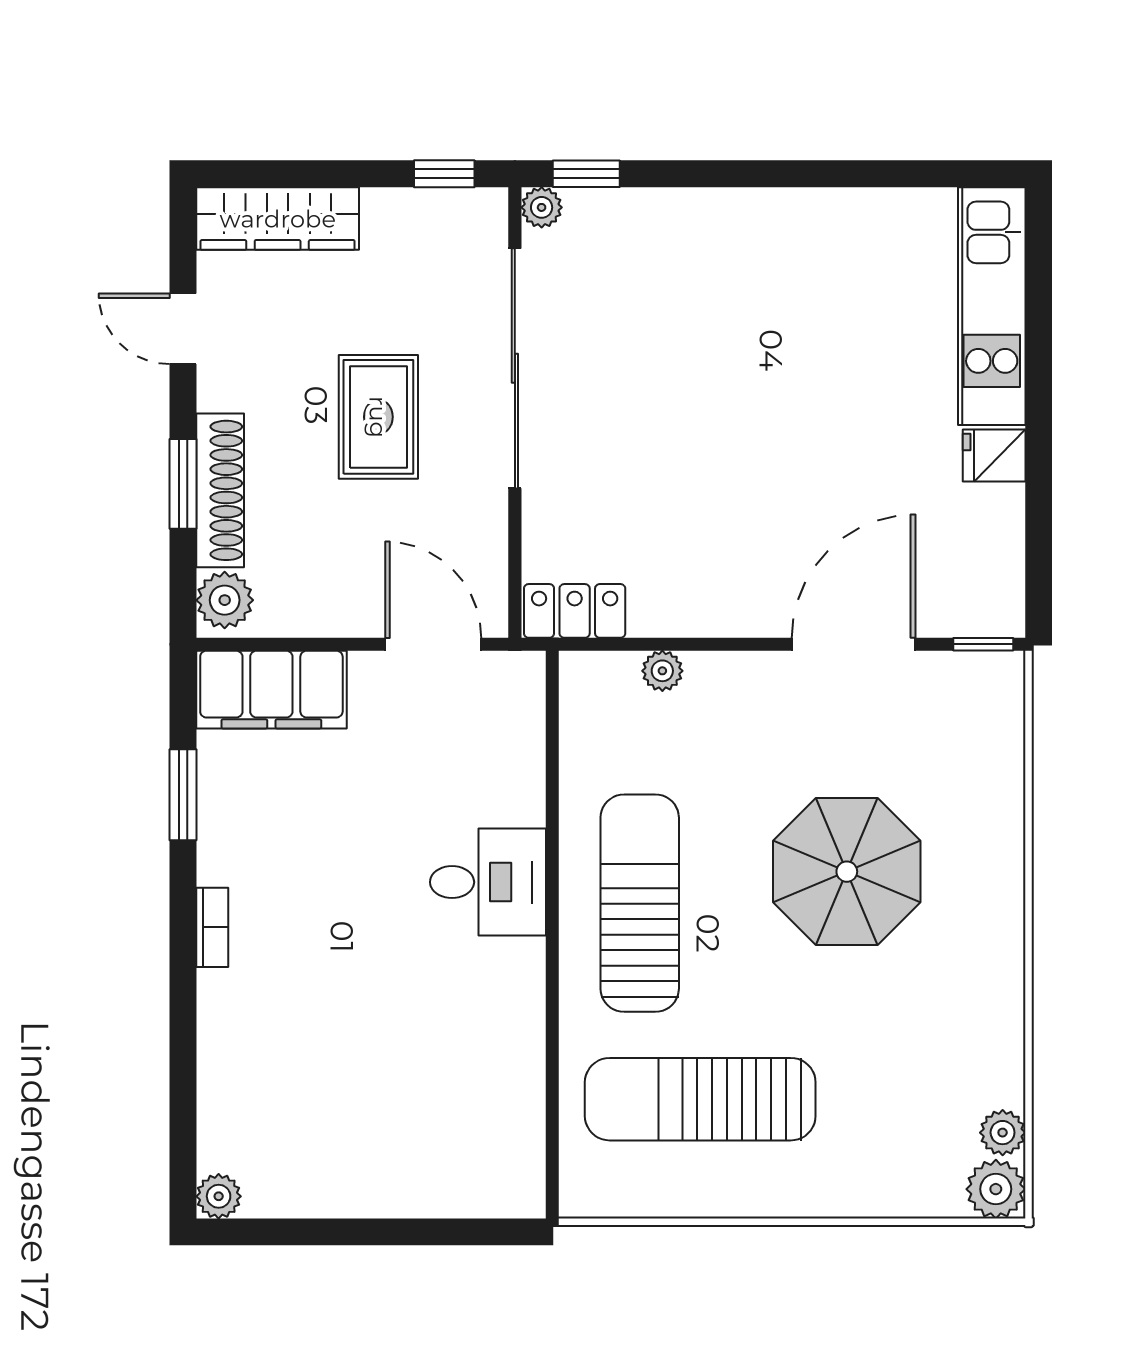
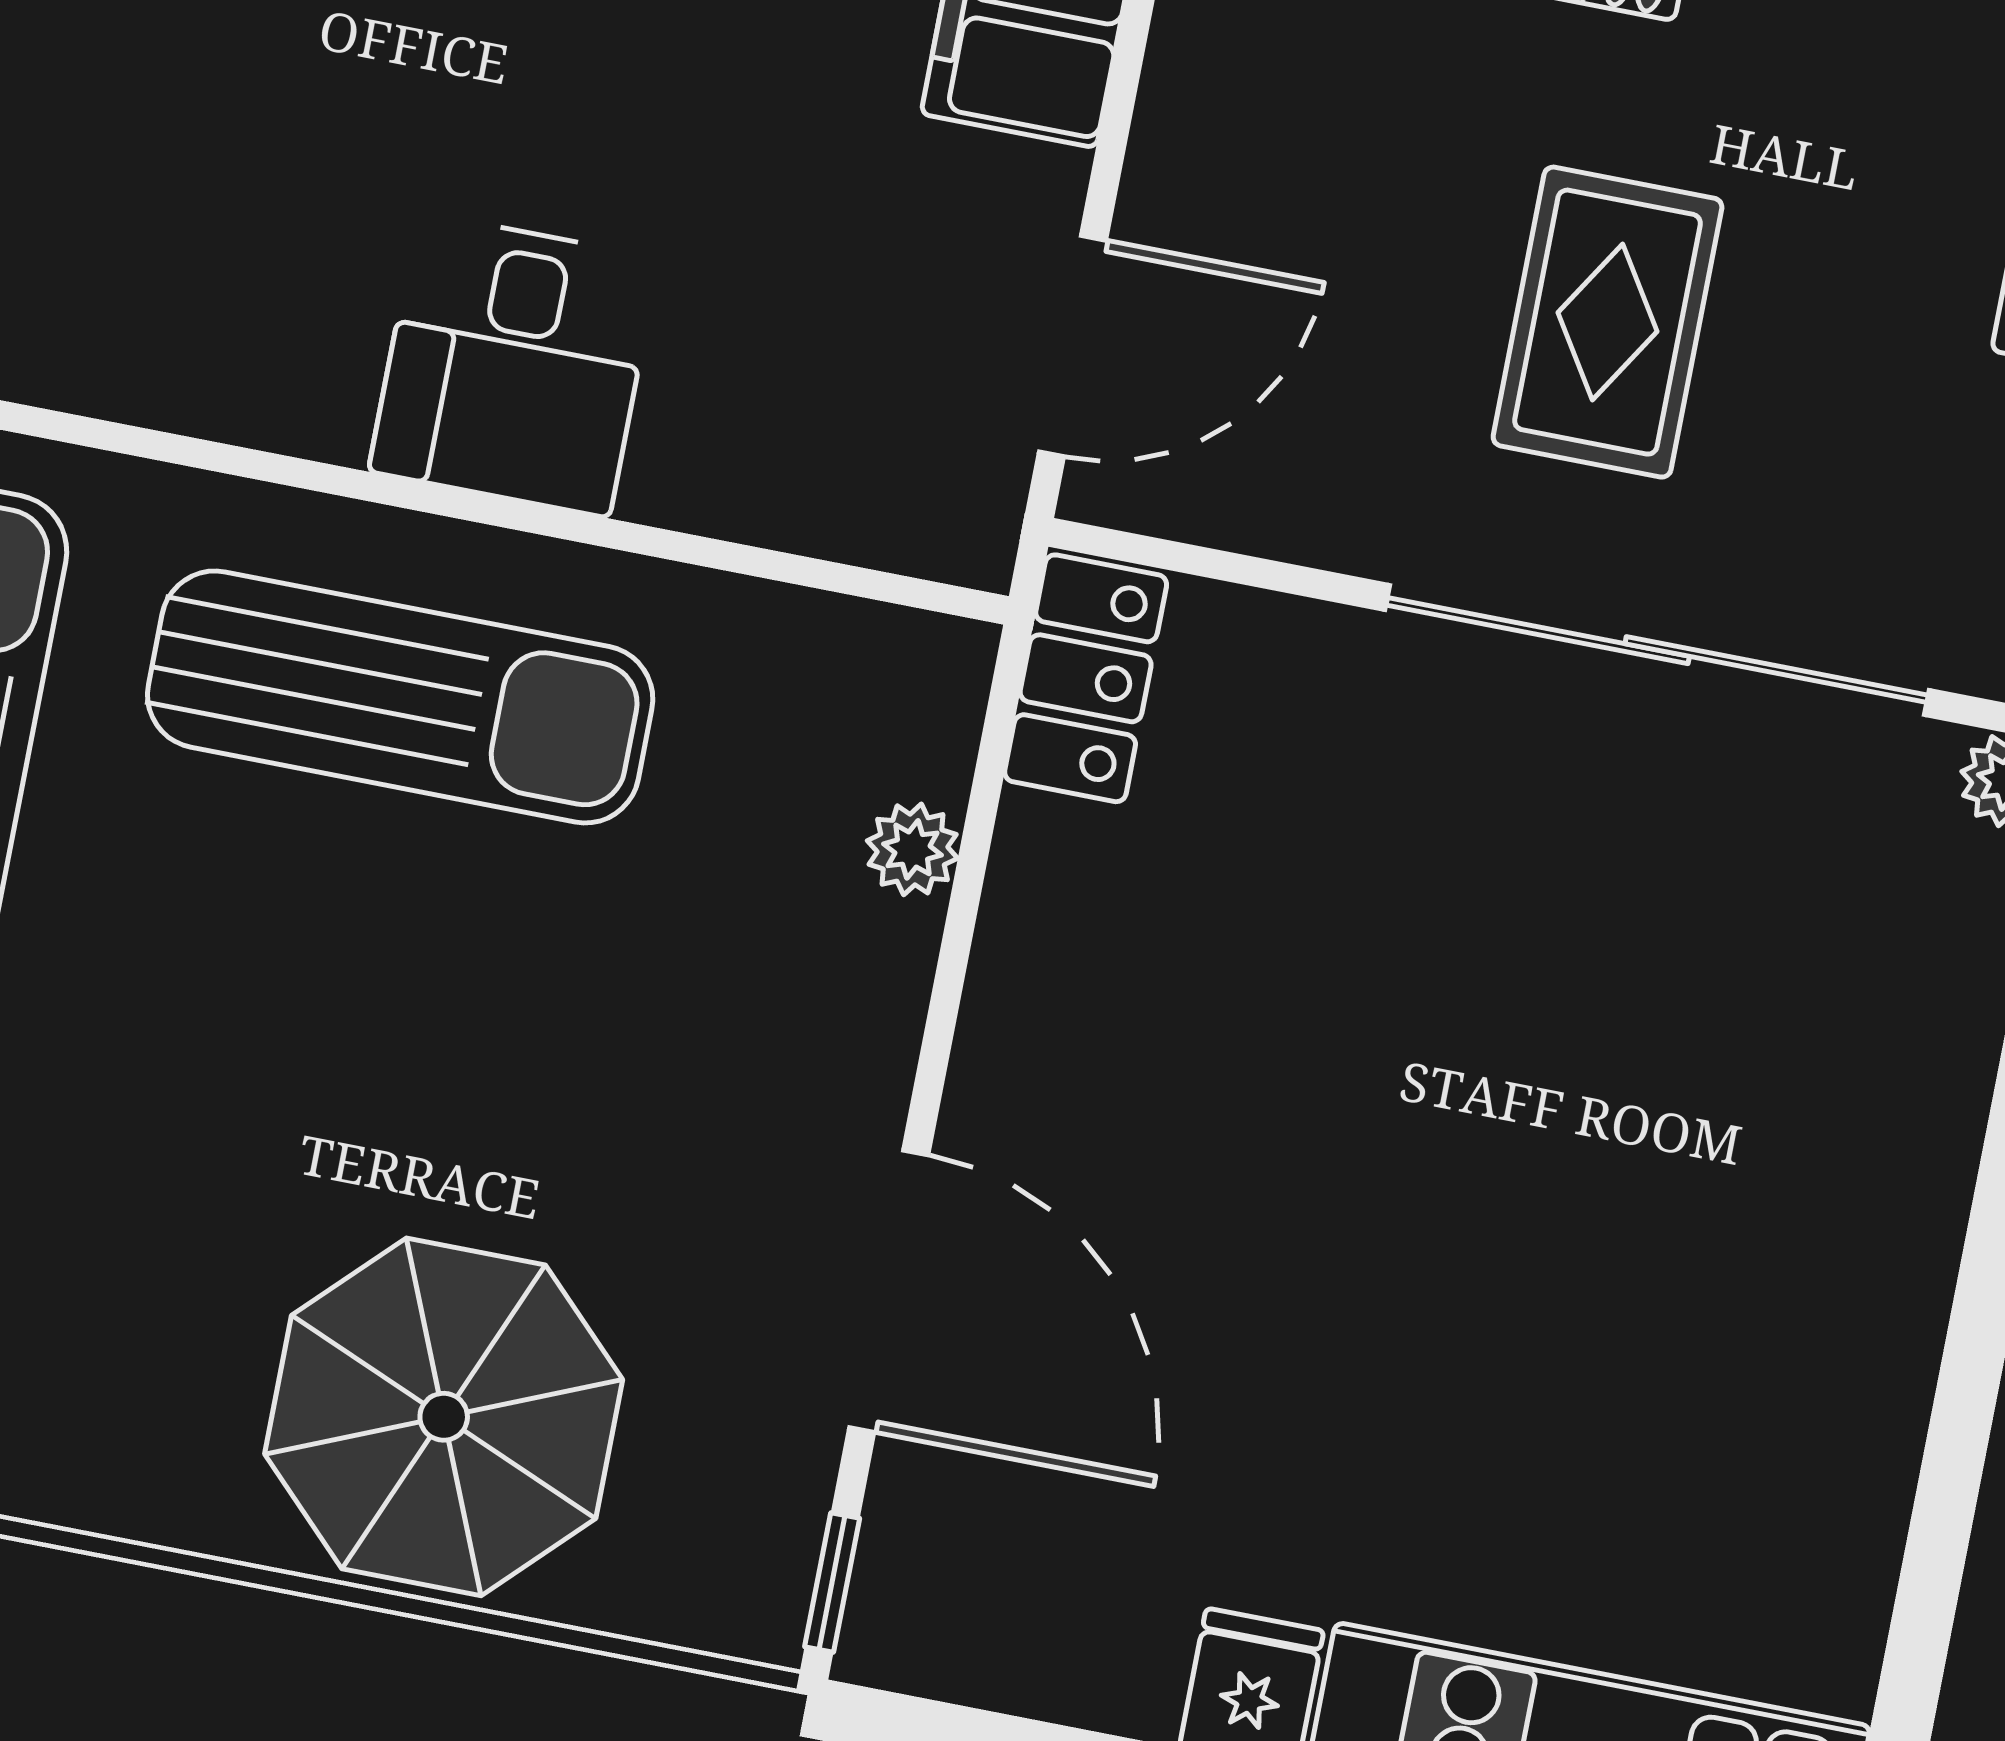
rug: (378, 417) -> (1608, 322), turned 90
parasol: (847, 872) -> (444, 1417), moved

